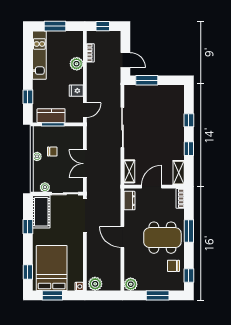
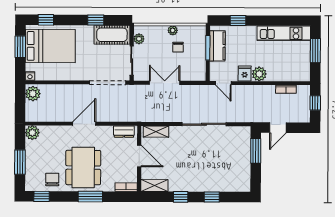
plant: (77, 64) -> (259, 74), moved

